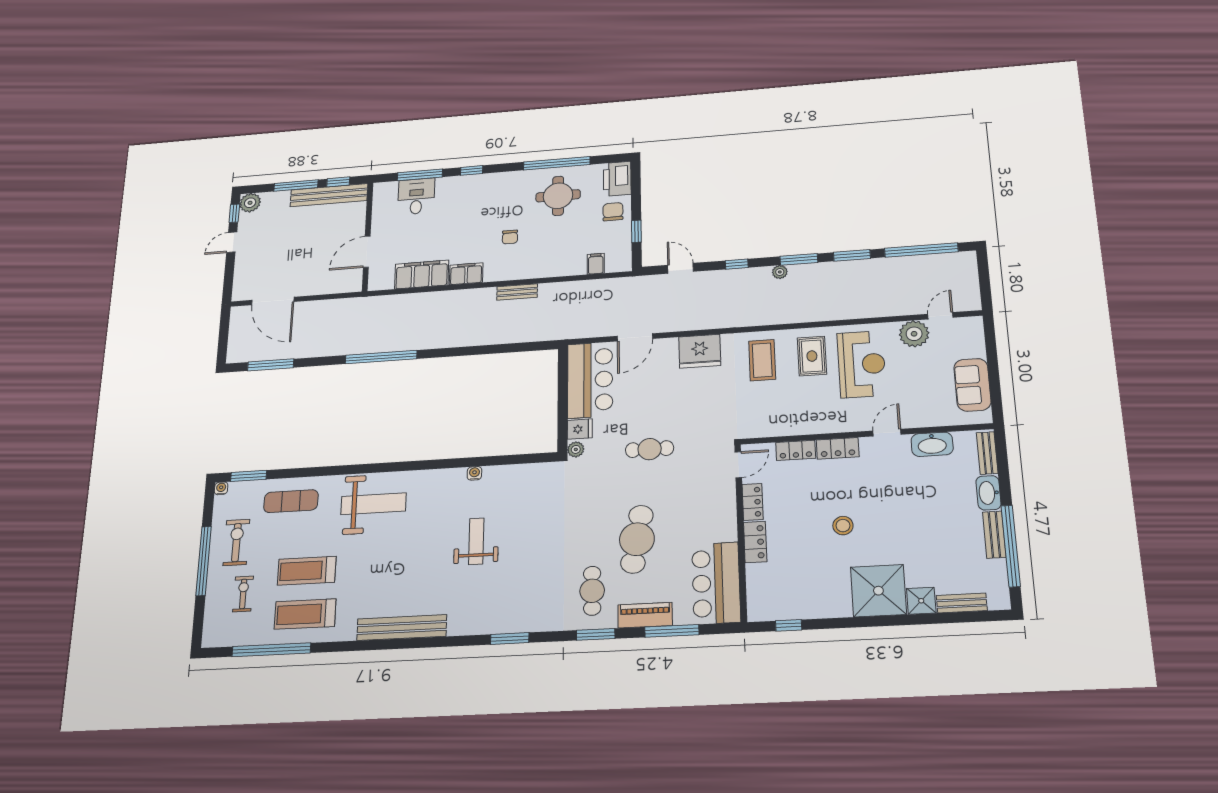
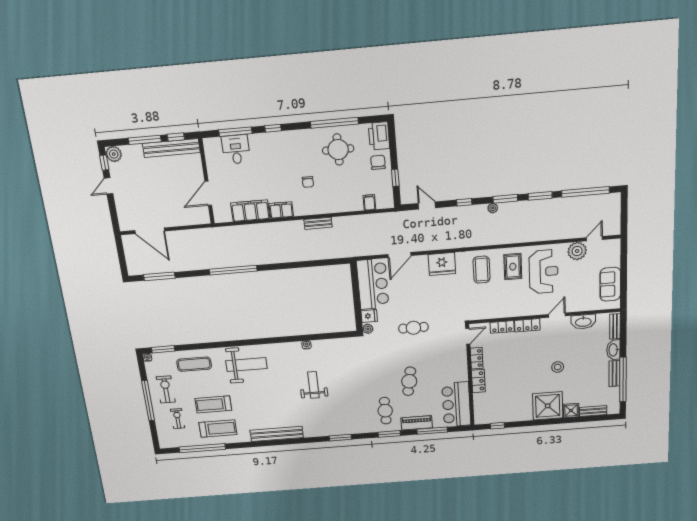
stool: (843, 526) -> (558, 367), moved
cafe table: (637, 539) -> (409, 381), width x0.73, depth x0.74
treadmill: (305, 614) -> (218, 428), turned 180

